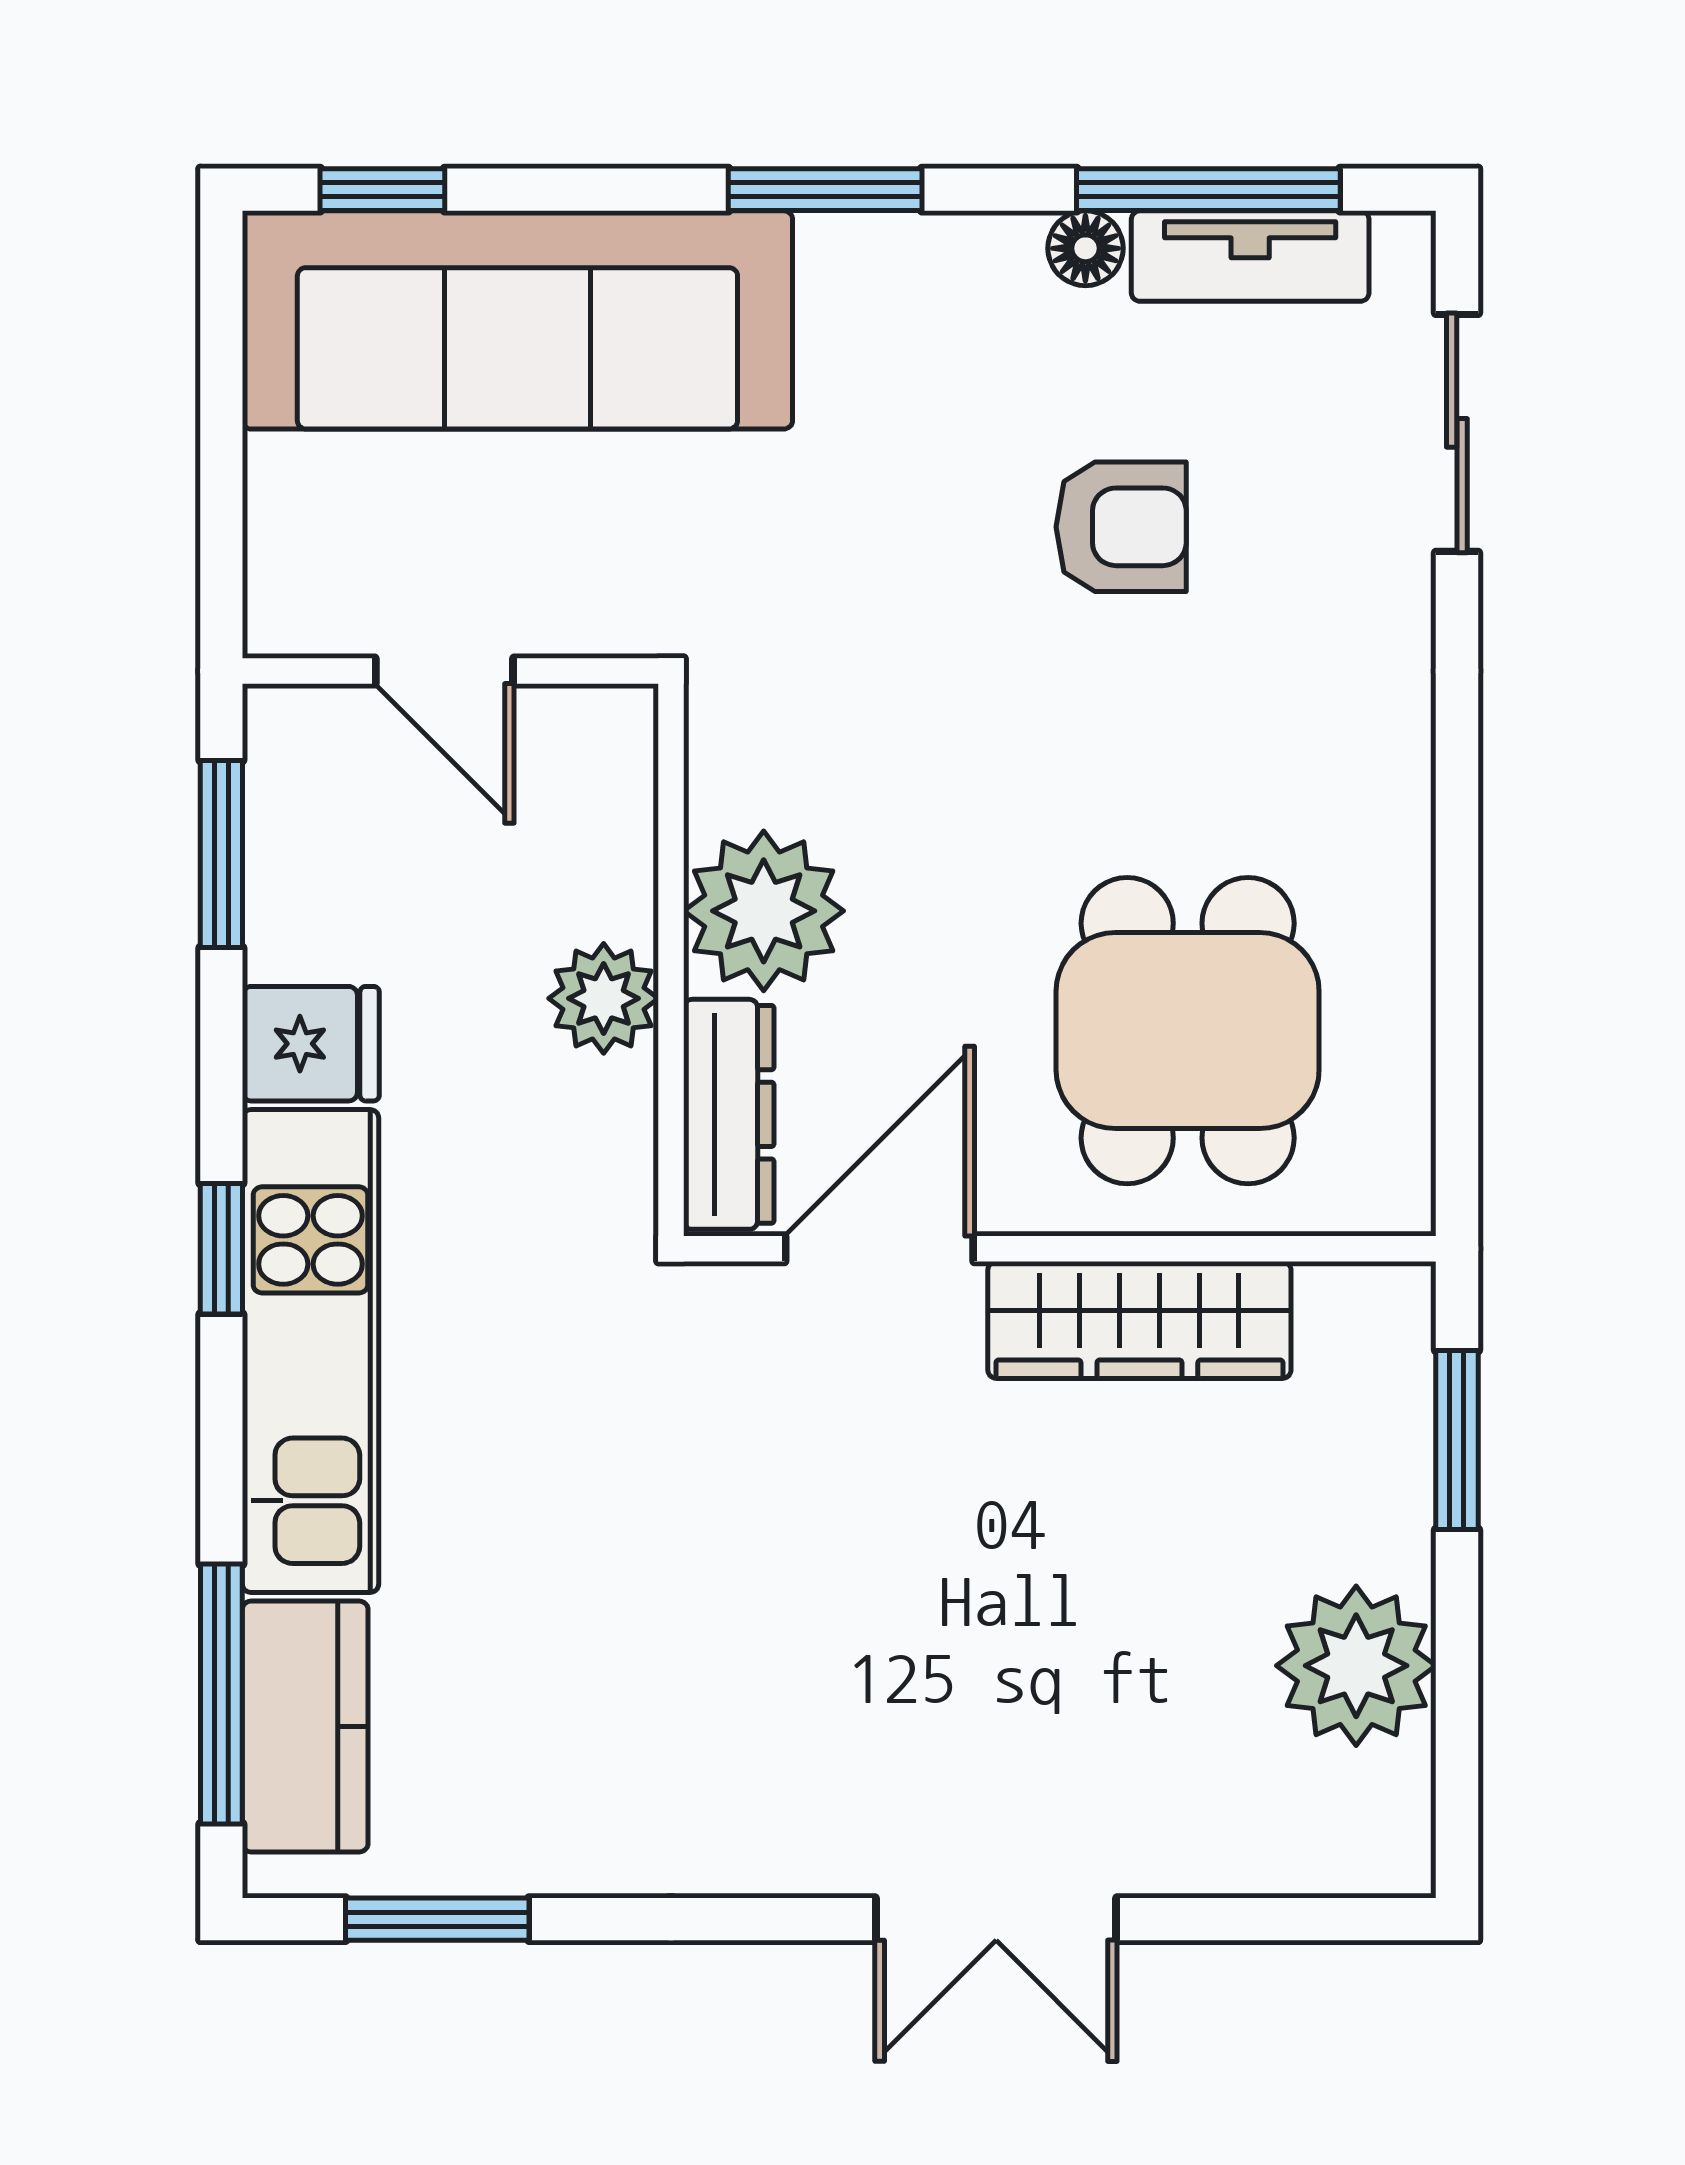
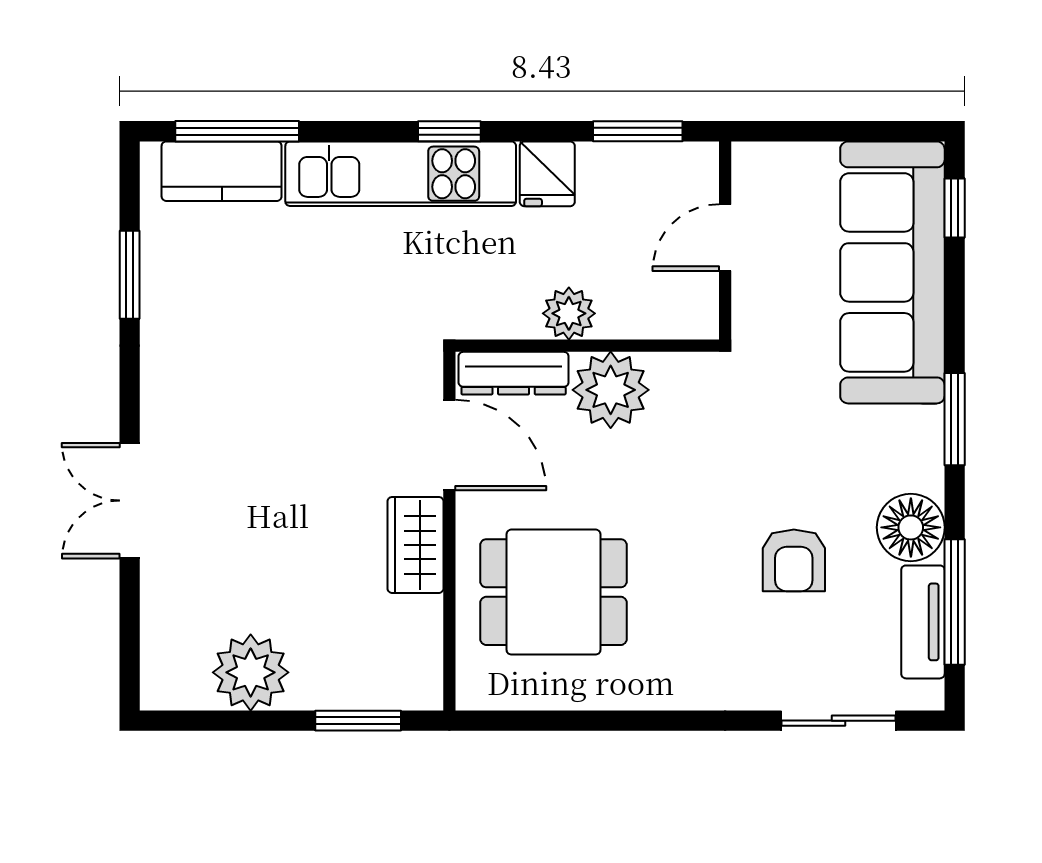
floor lamp: (1085, 248) -> (911, 527), width x1.89, depth x1.89
wardrobe: (1139, 1320) -> (415, 545), width x0.67
window: (437, 1919) -> (130, 275), moved

